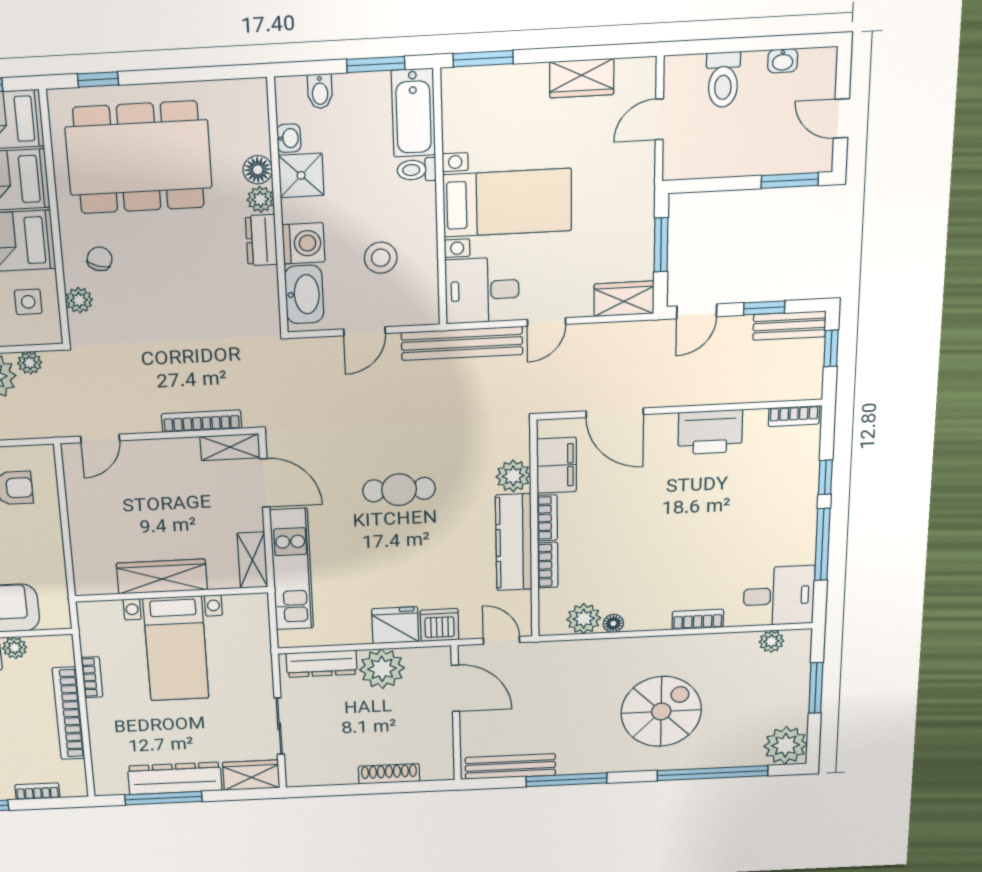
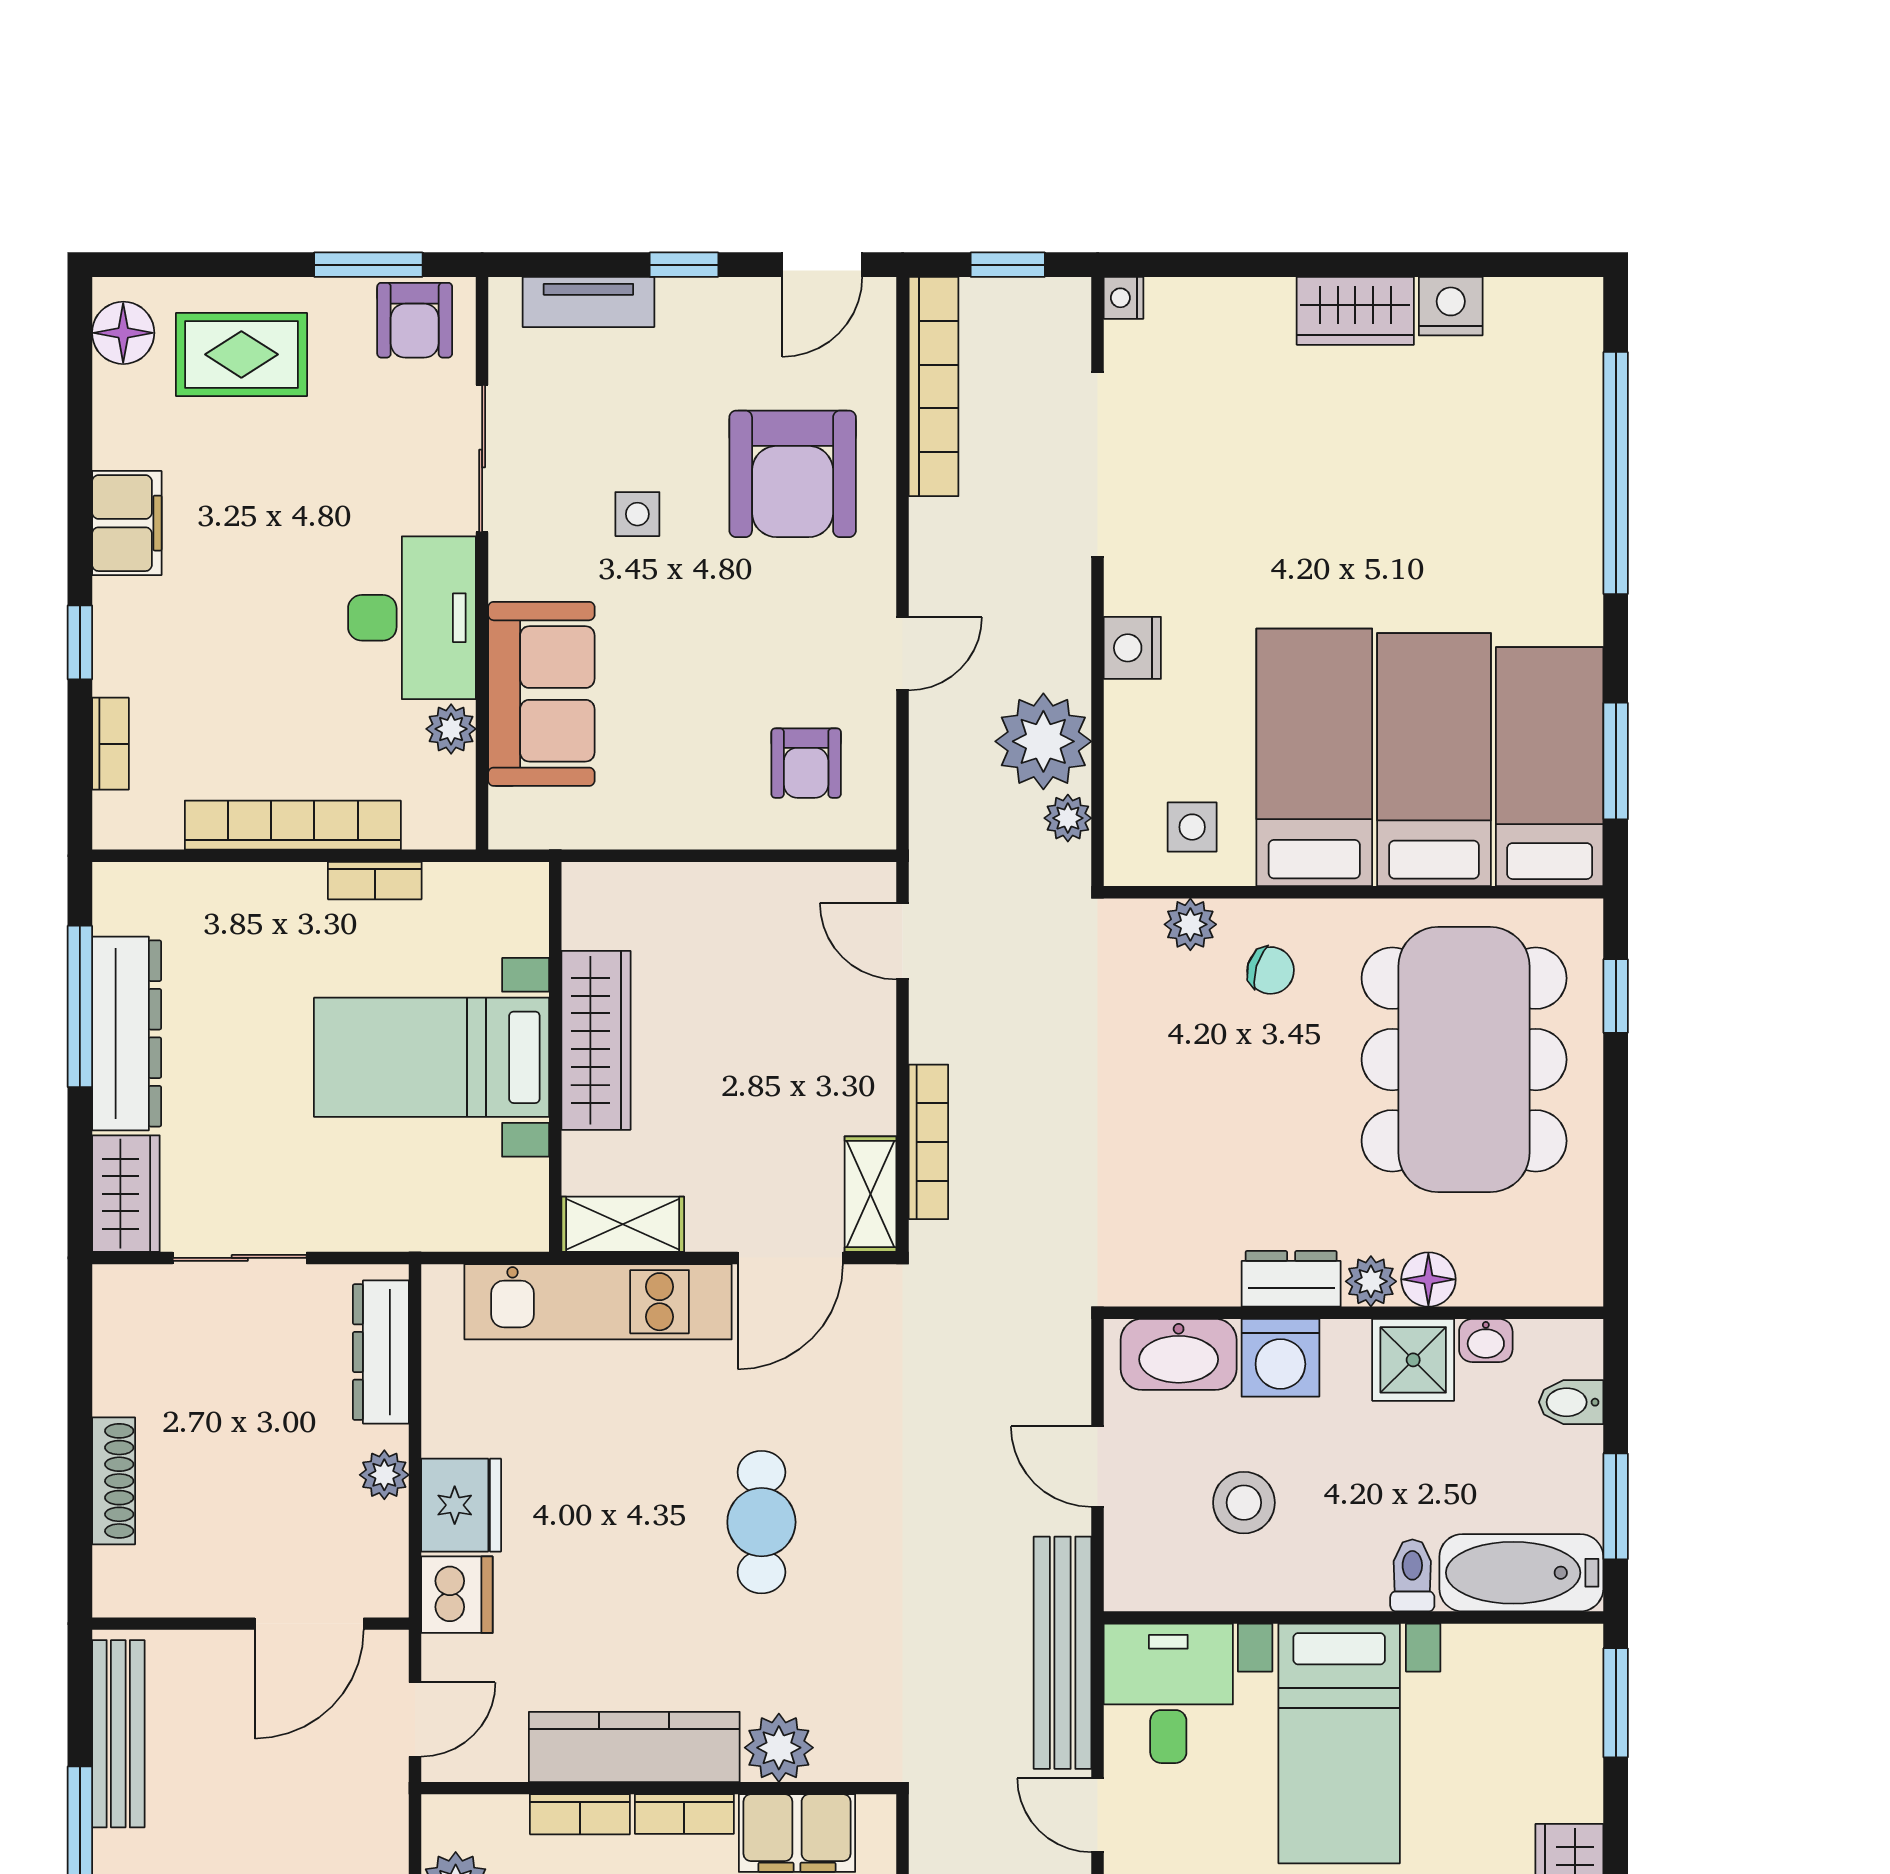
plant: (382, 669) -> (384, 1475), width x0.53, depth x0.53

